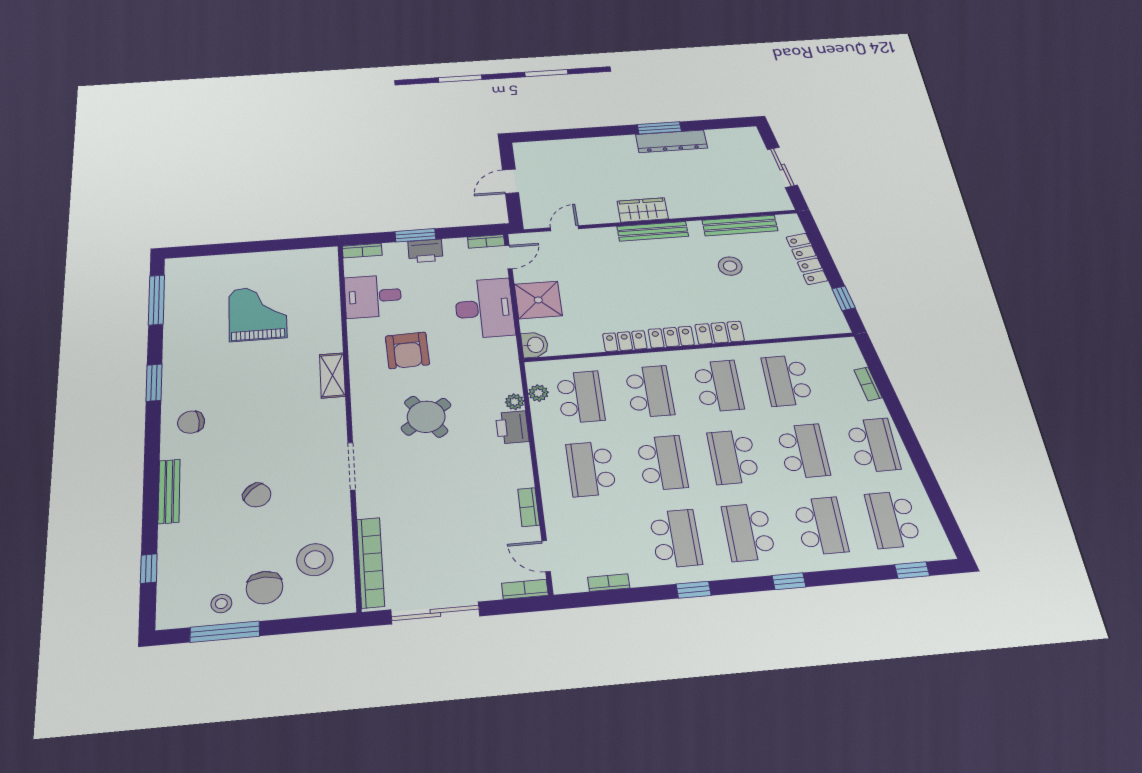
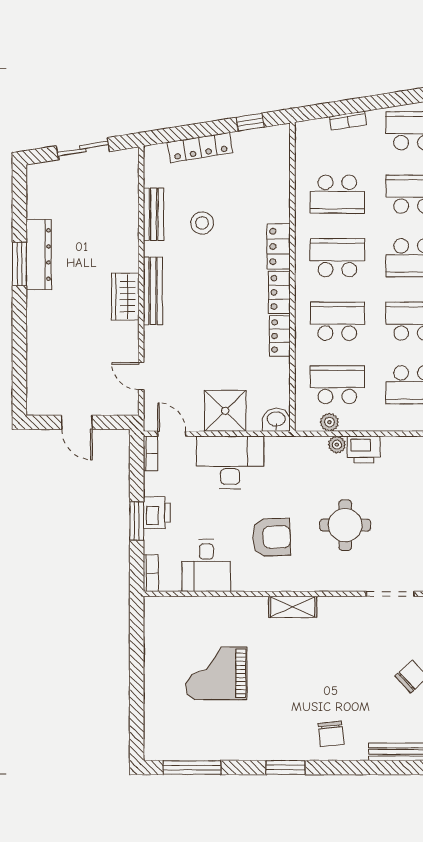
bench: (740, 226) -> (154, 214), width x0.73
round table: (426, 417) -> (345, 525), turned 35

